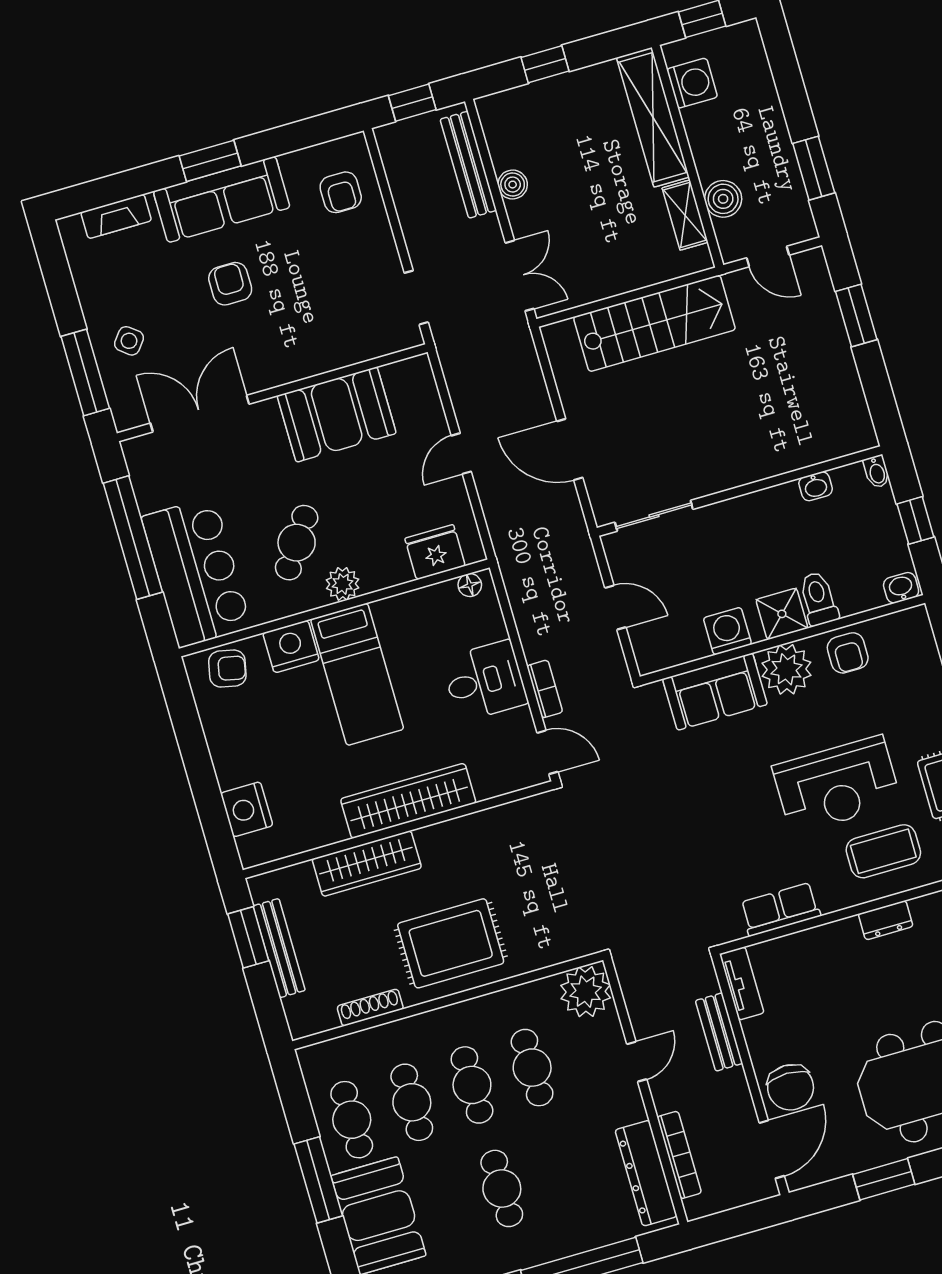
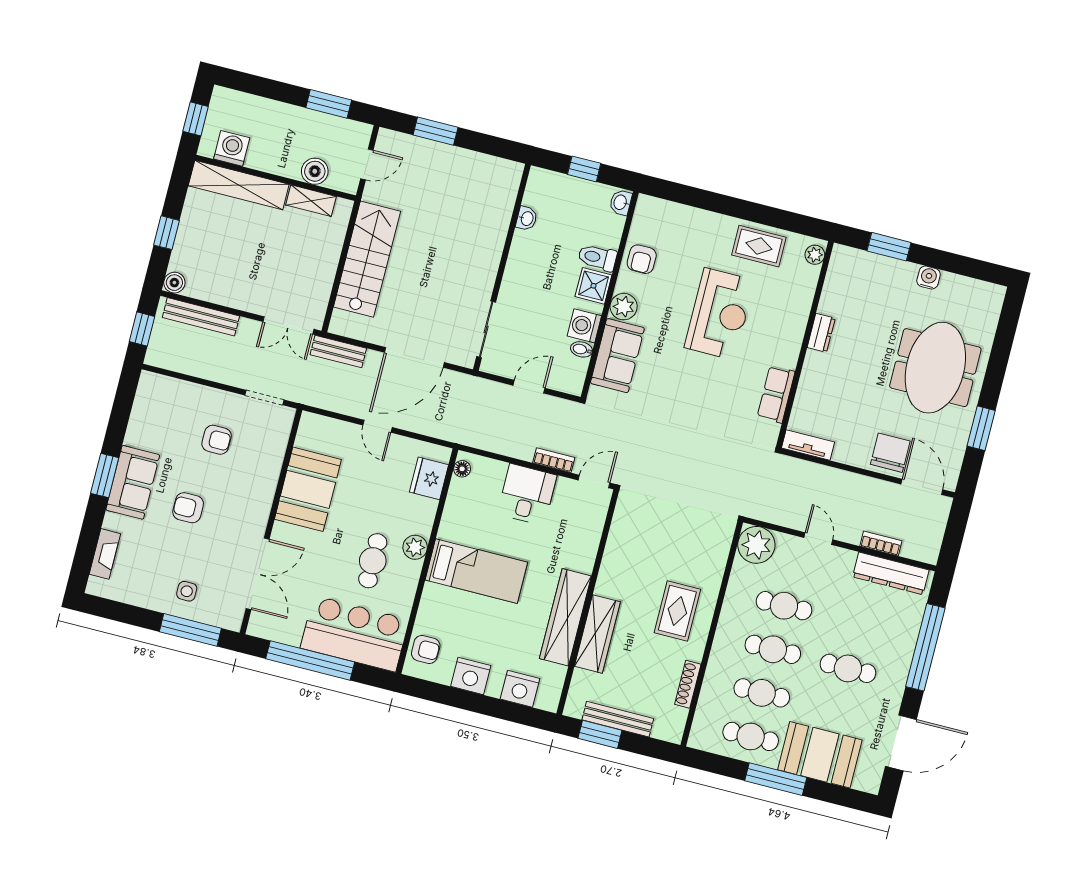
boiler: (513, 185) -> (174, 283), moved
armchair: (341, 192) -> (217, 440), moved
sofa: (222, 199) -> (133, 482), width x0.73
double door: (520, 276) -> (288, 325), swing flipped
side table: (129, 341) -> (187, 591), turned -38
double door: (200, 414) -> (258, 574), swing flipped
door: (570, 449) -> (414, 357), width x1.36
bidet: (877, 472) -> (582, 349), moved, turned 180
cafe table: (297, 543) -> (373, 561), turned 56
nightstand: (291, 647) -> (471, 676), moved, turned -90
armchair: (848, 653) -> (642, 259), turned 90
armchair: (227, 669) -> (426, 649), turned 78
plant: (786, 669) -> (624, 307), width x0.73, depth x0.73
wardrobe: (408, 801) -> (565, 617), moved
coffee table: (883, 851) -> (778, 309), removed
rug: (451, 943) -> (677, 611), width x0.73, depth x0.70
bench: (719, 1032) -> (338, 351), moved
chair: (791, 1087) -> (890, 453), turned -90
bookcase: (679, 1155) -> (881, 544), width x0.64

